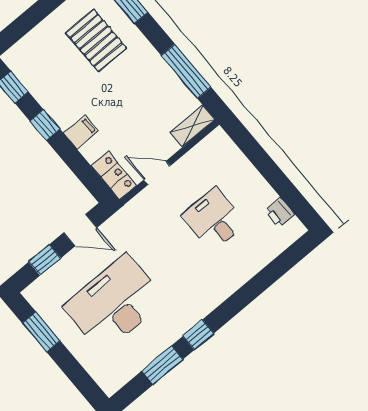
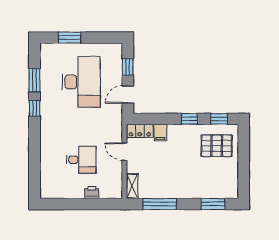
pallet: (96, 40) -> (217, 146), moved
filing cabinet: (81, 132) -> (160, 133), moved
door: (157, 173) -> (124, 152), swing flipped
printer: (280, 212) -> (92, 192), moved
window: (41, 332) -> (70, 38), moved

